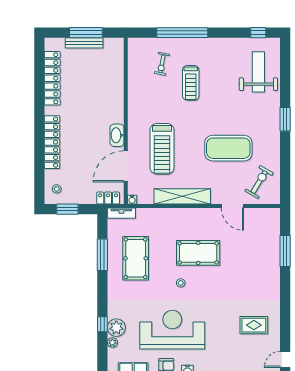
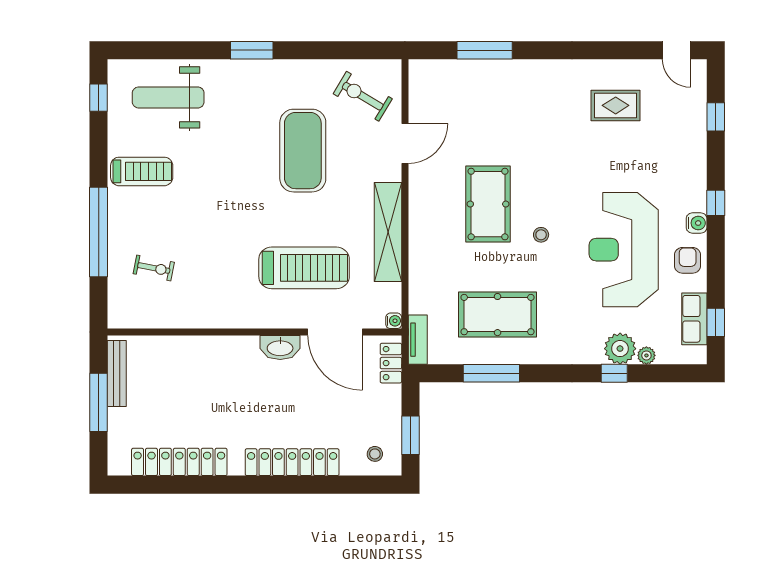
bench: (84, 43) -> (117, 374), moved
treadmill: (191, 83) -> (142, 171), moved
rug: (254, 325) -> (616, 105), turned 90

